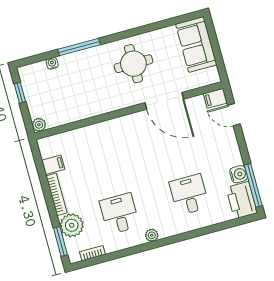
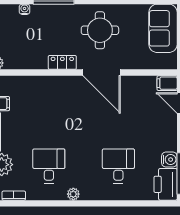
door: (164, 101) -> (102, 73), moved
locker: (105, 106) -> (62, 62), added

